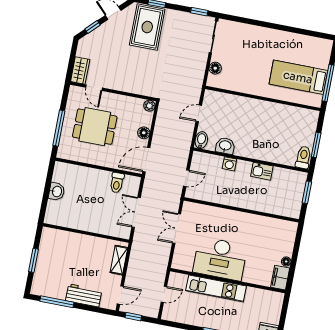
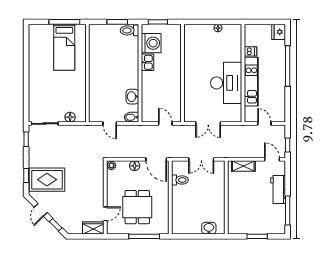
washing machine: (229, 164) -> (151, 43), moved, width x1.89, depth x1.89
washbasin: (57, 191) -> (209, 228), moved
filing cabinet: (280, 278) -> (232, 30), removed
dishwasher: (252, 294) -> (250, 51), added

